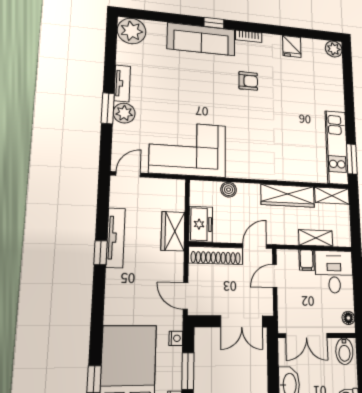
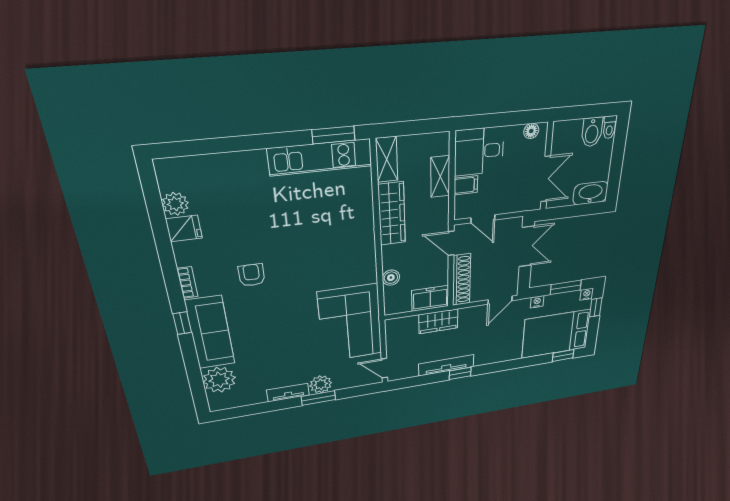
plant: (132, 31) -> (219, 380), moved
plant: (334, 49) -> (175, 204), moved
bidet: (344, 351) -> (592, 132), moved, turned 90

